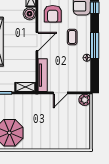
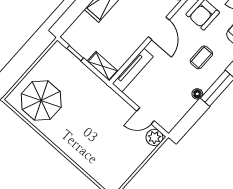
door: (37, 42) -> (159, 28), hinge flipped
door: (60, 93) -> (145, 116), moved

